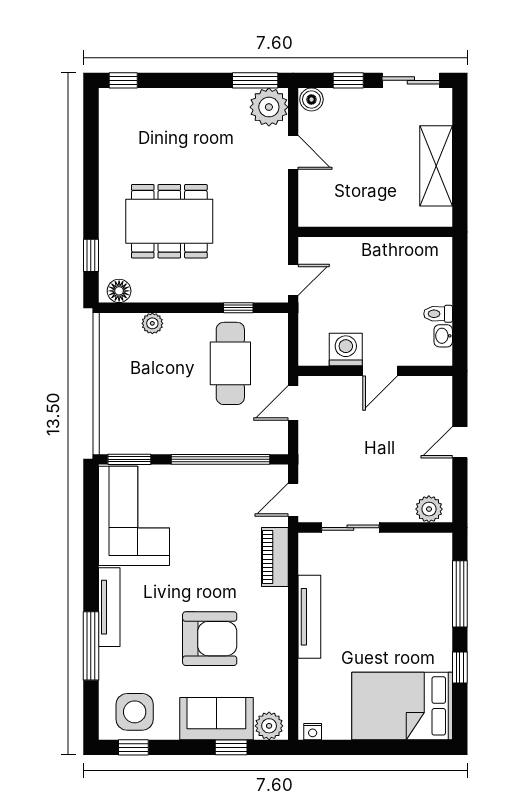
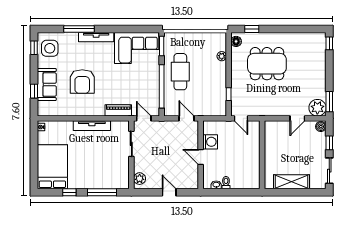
dining table: (169, 221) -> (267, 64), turned 90
cafe table: (230, 363) -> (180, 72), moved, turned 90
plant: (269, 726) -> (44, 108), removed

